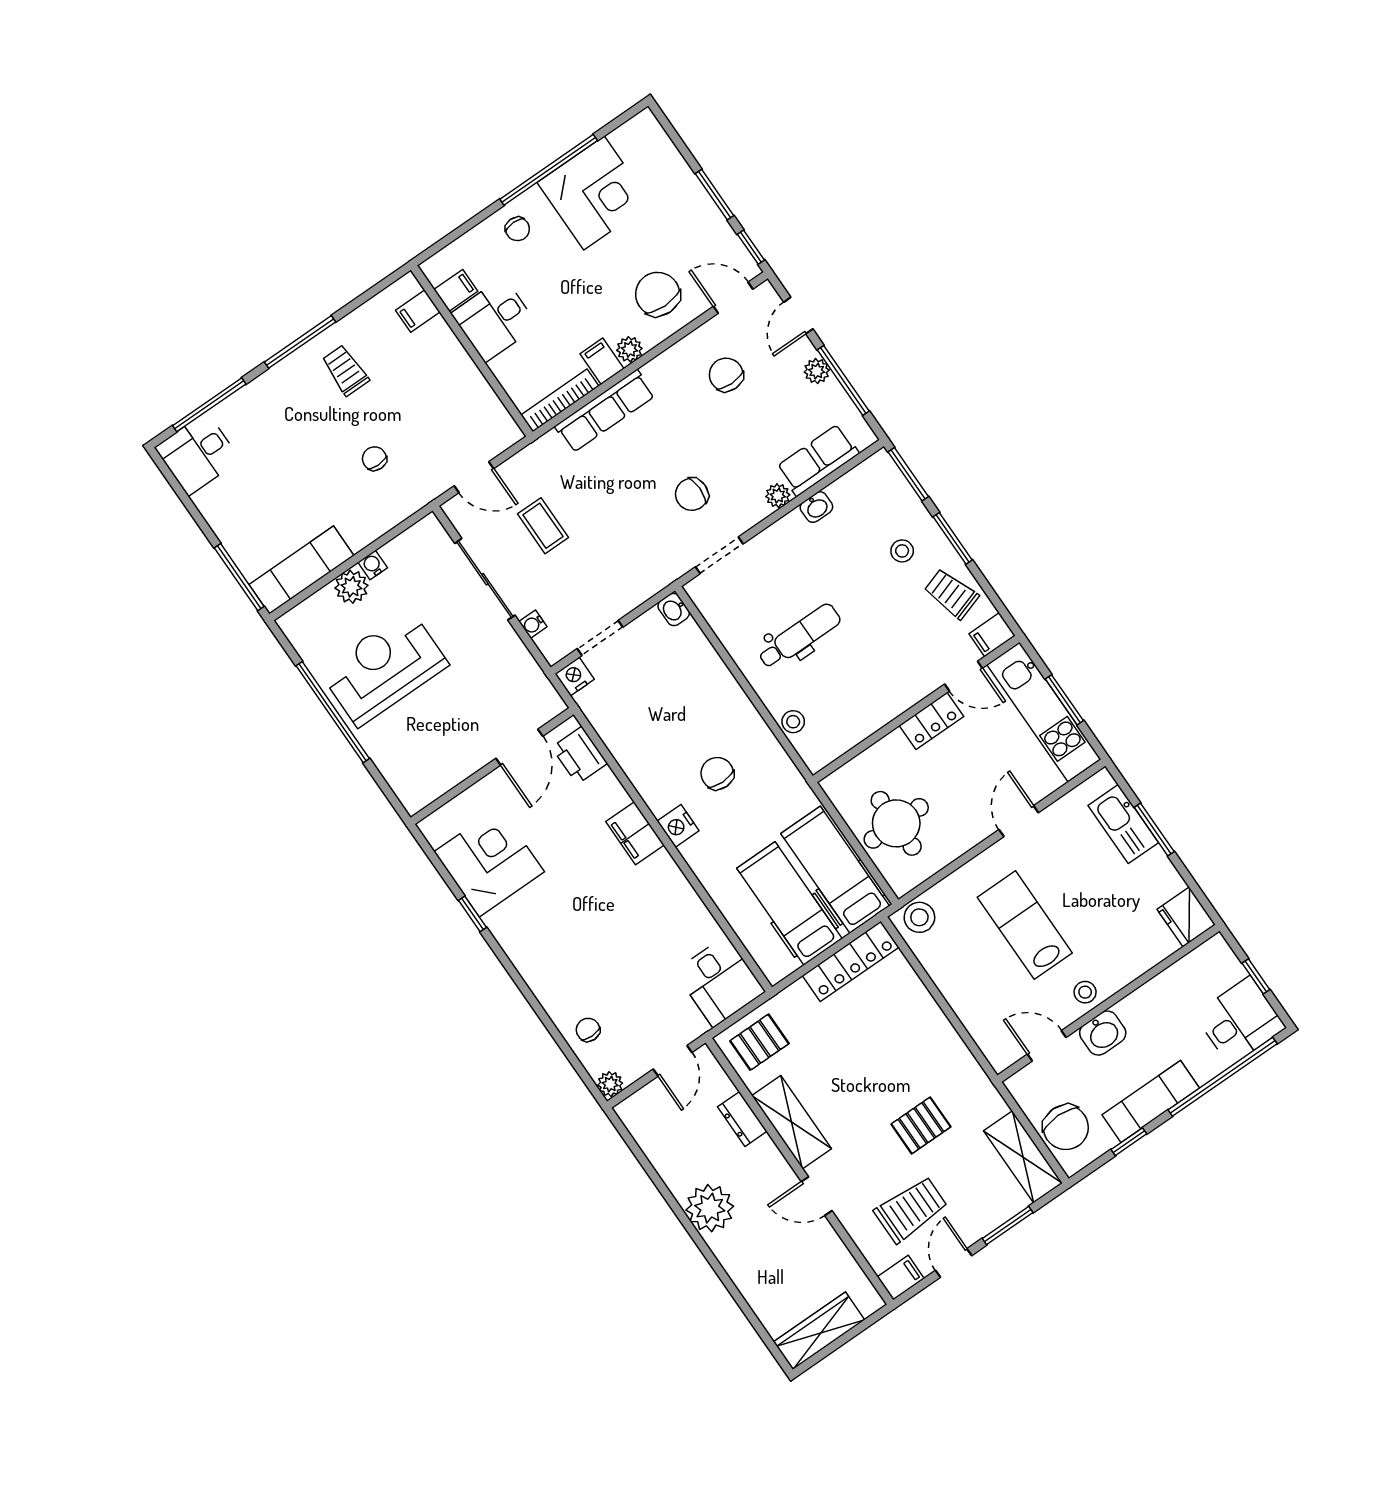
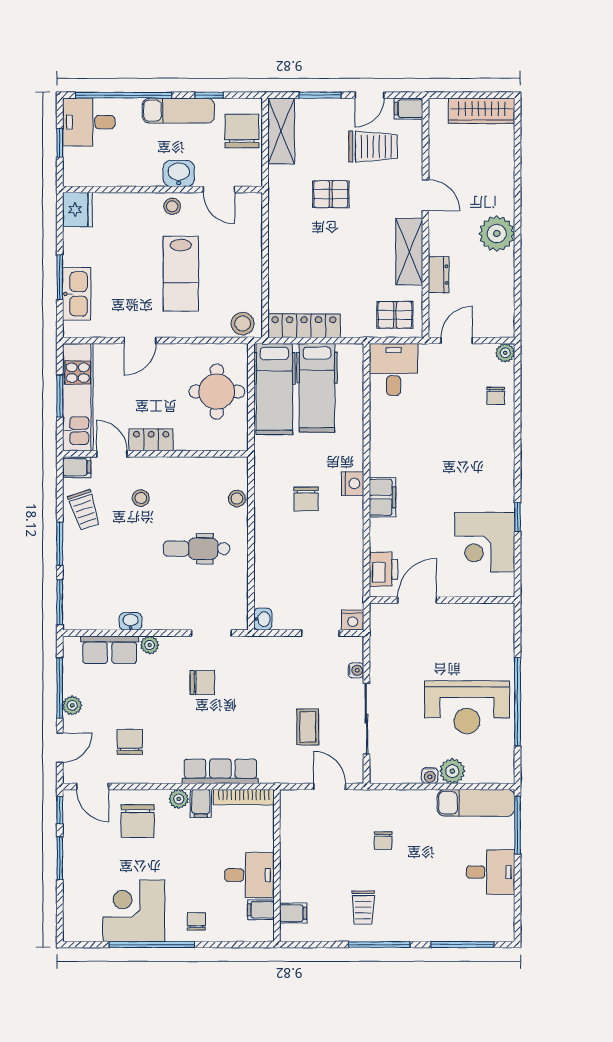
chair: (726, 375) -> (130, 742), turned 180
desk: (197, 454) -> (491, 872), moved
stool: (902, 551) -> (141, 498), moved
trolley: (911, 1209) -> (373, 147), turned 180

